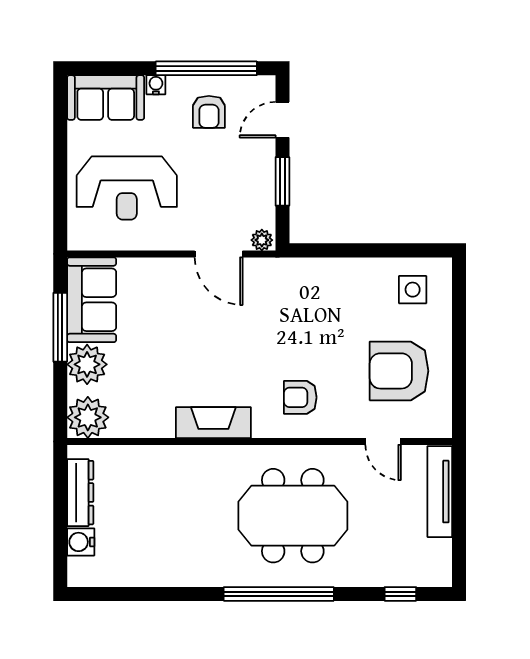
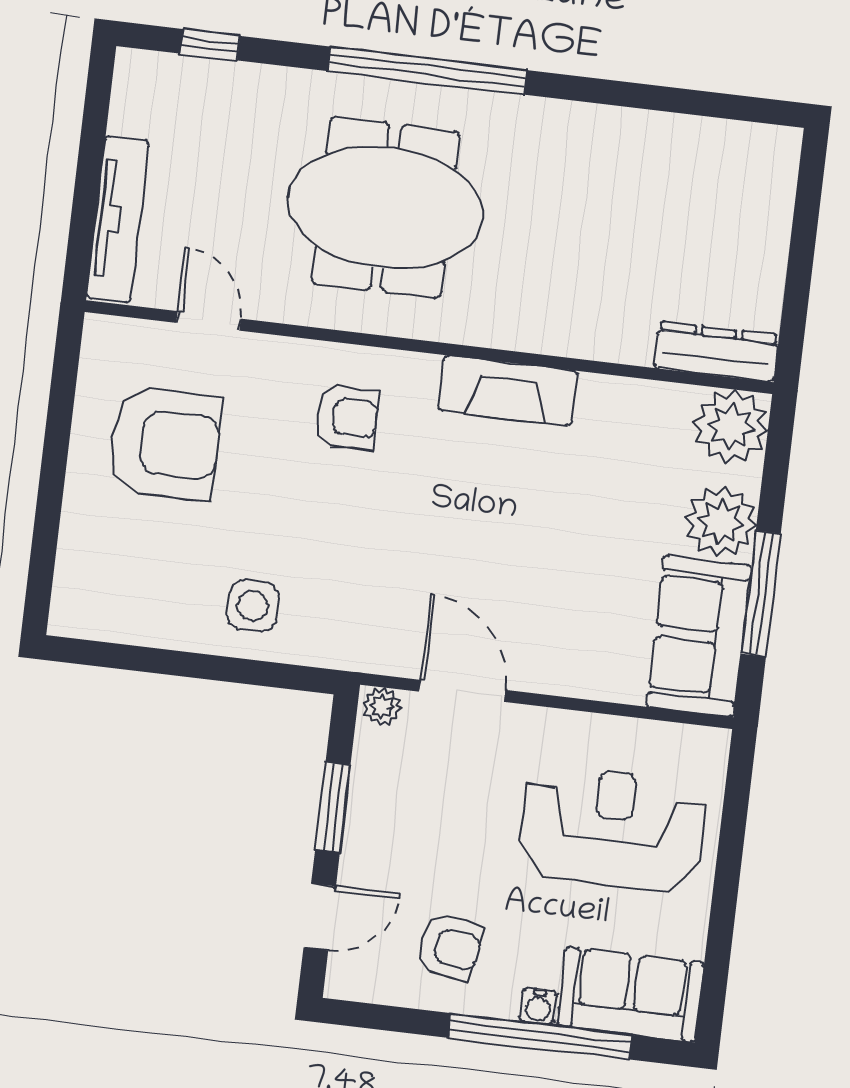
window: (206, 68) -> (540, 1036), moved
armchair: (209, 112) -> (449, 947), turned 100
side table: (413, 290) -> (253, 606), moved
dresser: (80, 493) -> (717, 352), moved, turned 90
water cooler: (81, 542) -> (770, 206), removed

